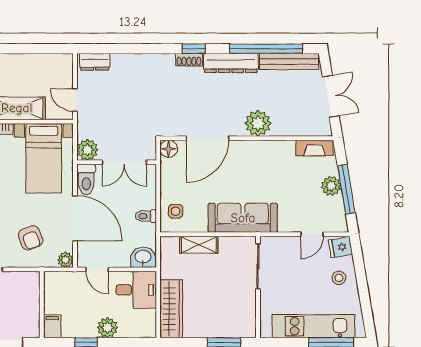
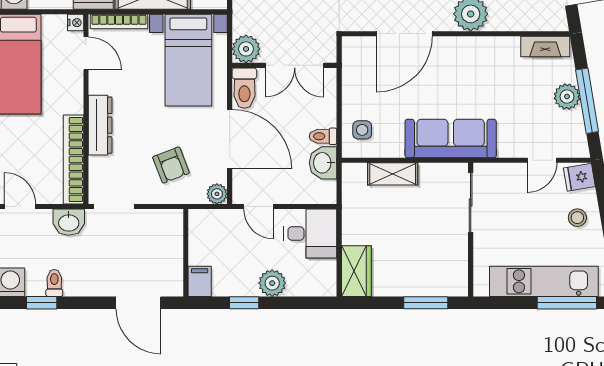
floor lamp: (169, 149) -> (353, 48), removed
washbasin: (143, 257) -> (323, 163), moved, turned -90
wardrobe: (171, 309) -> (356, 271), width x0.67

